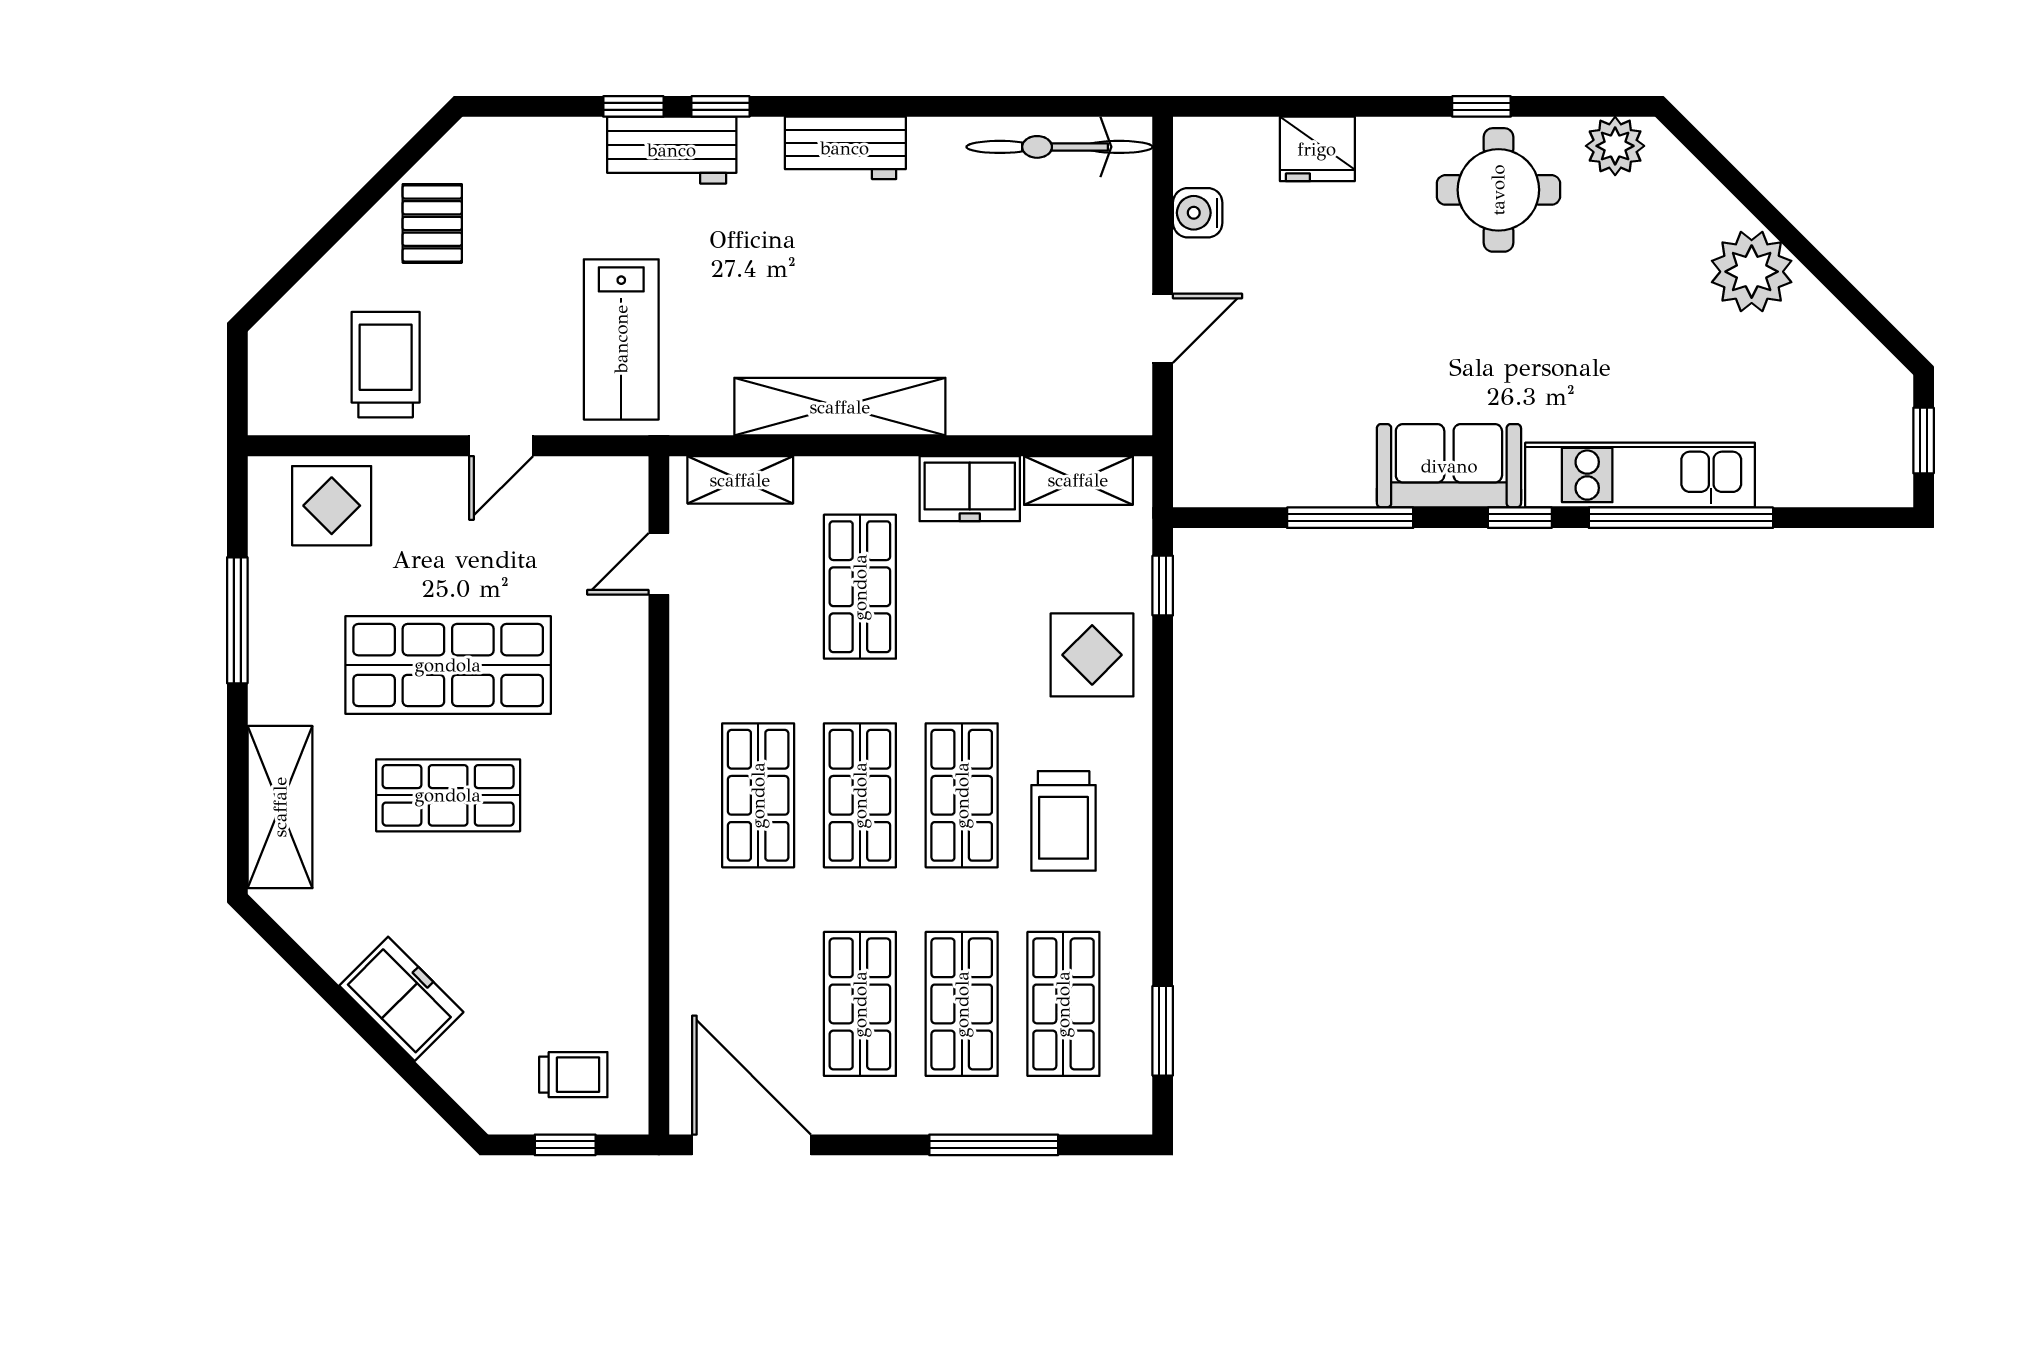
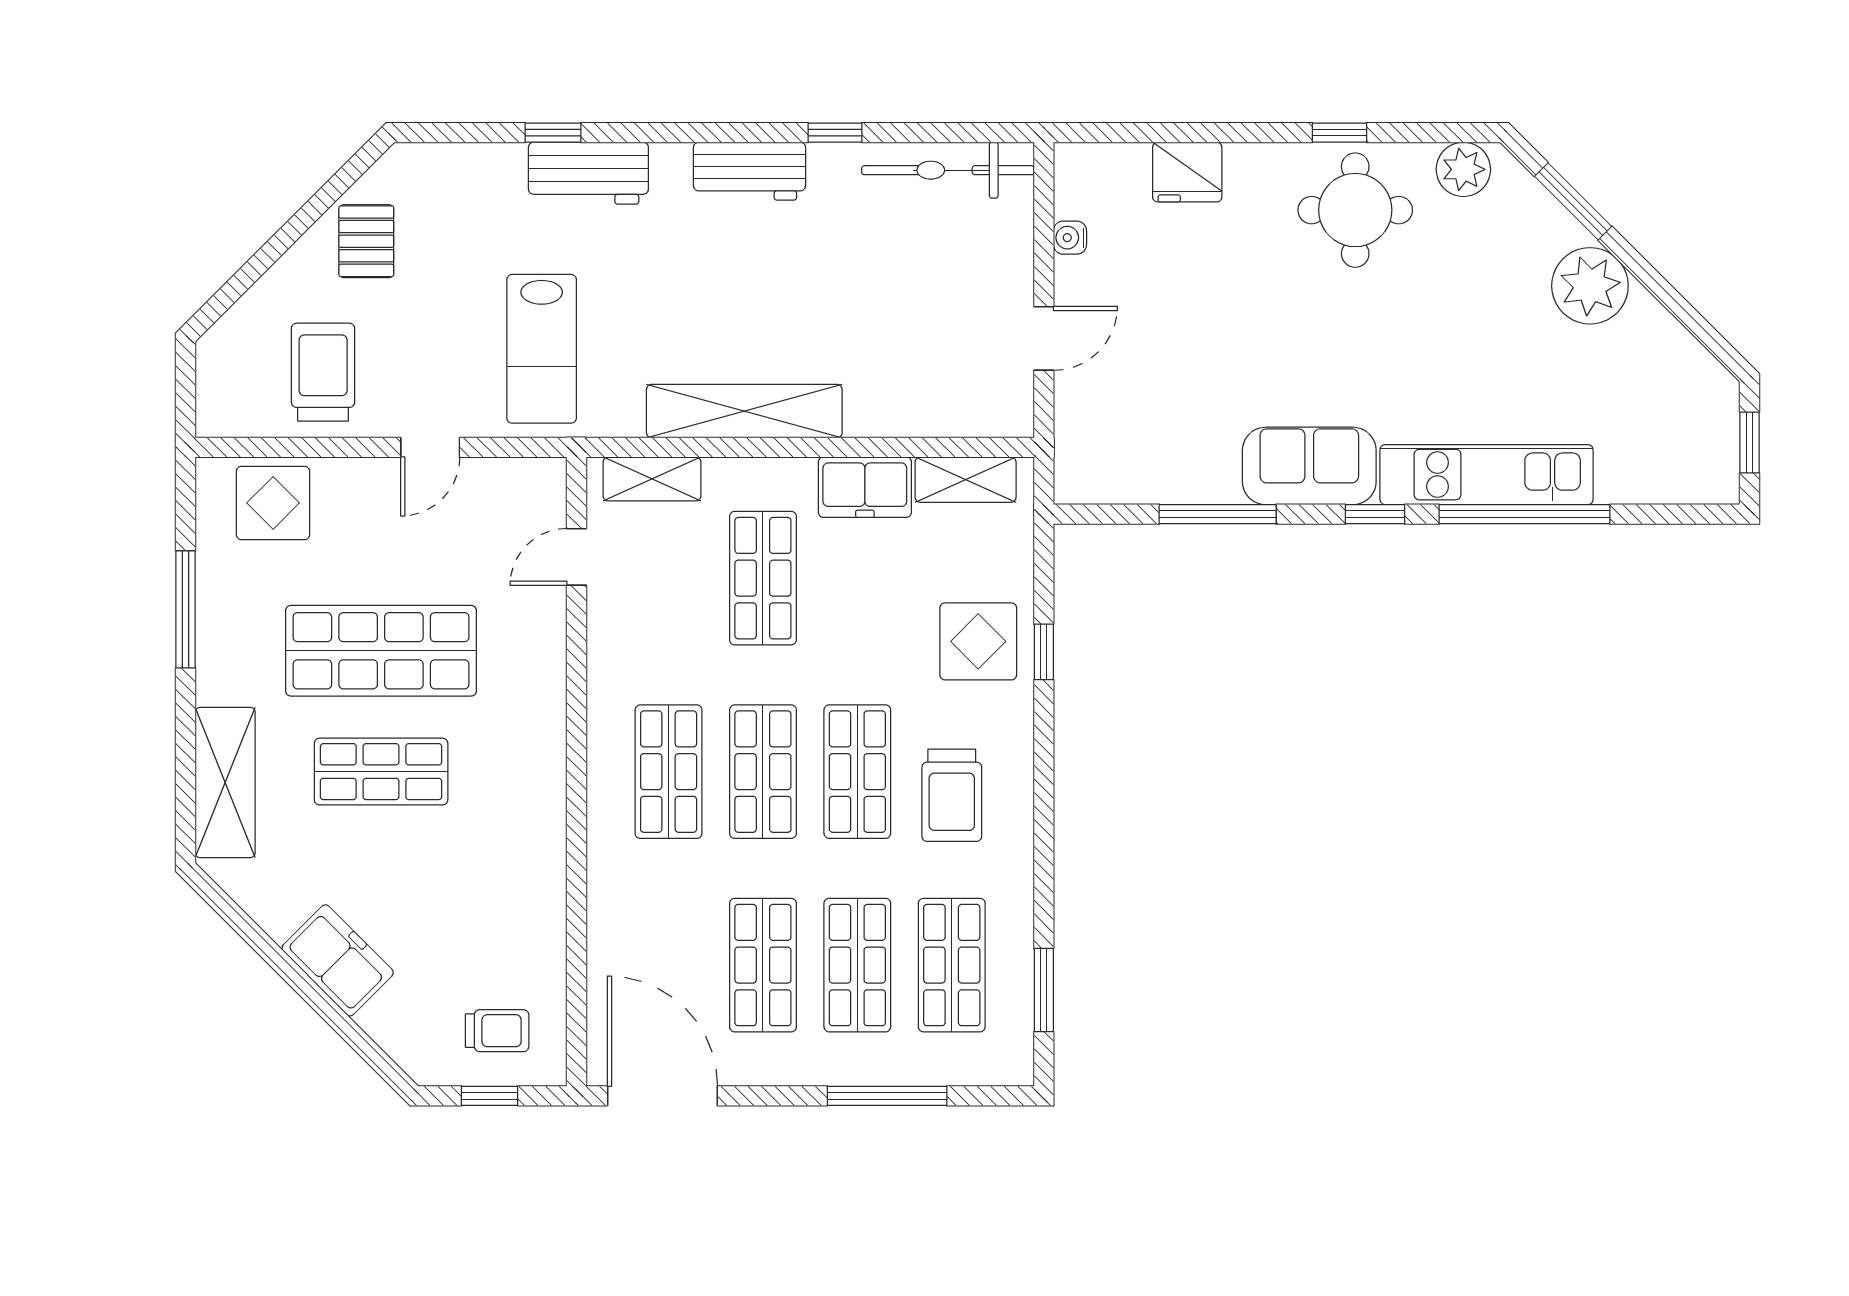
window: (720, 106) -> (835, 133), moved
window: (1733, 180) -> (1573, 201), added
water cooler: (1198, 213) -> (1070, 238), width x0.72, depth x0.72
window: (1163, 586) -> (1044, 652), moved

